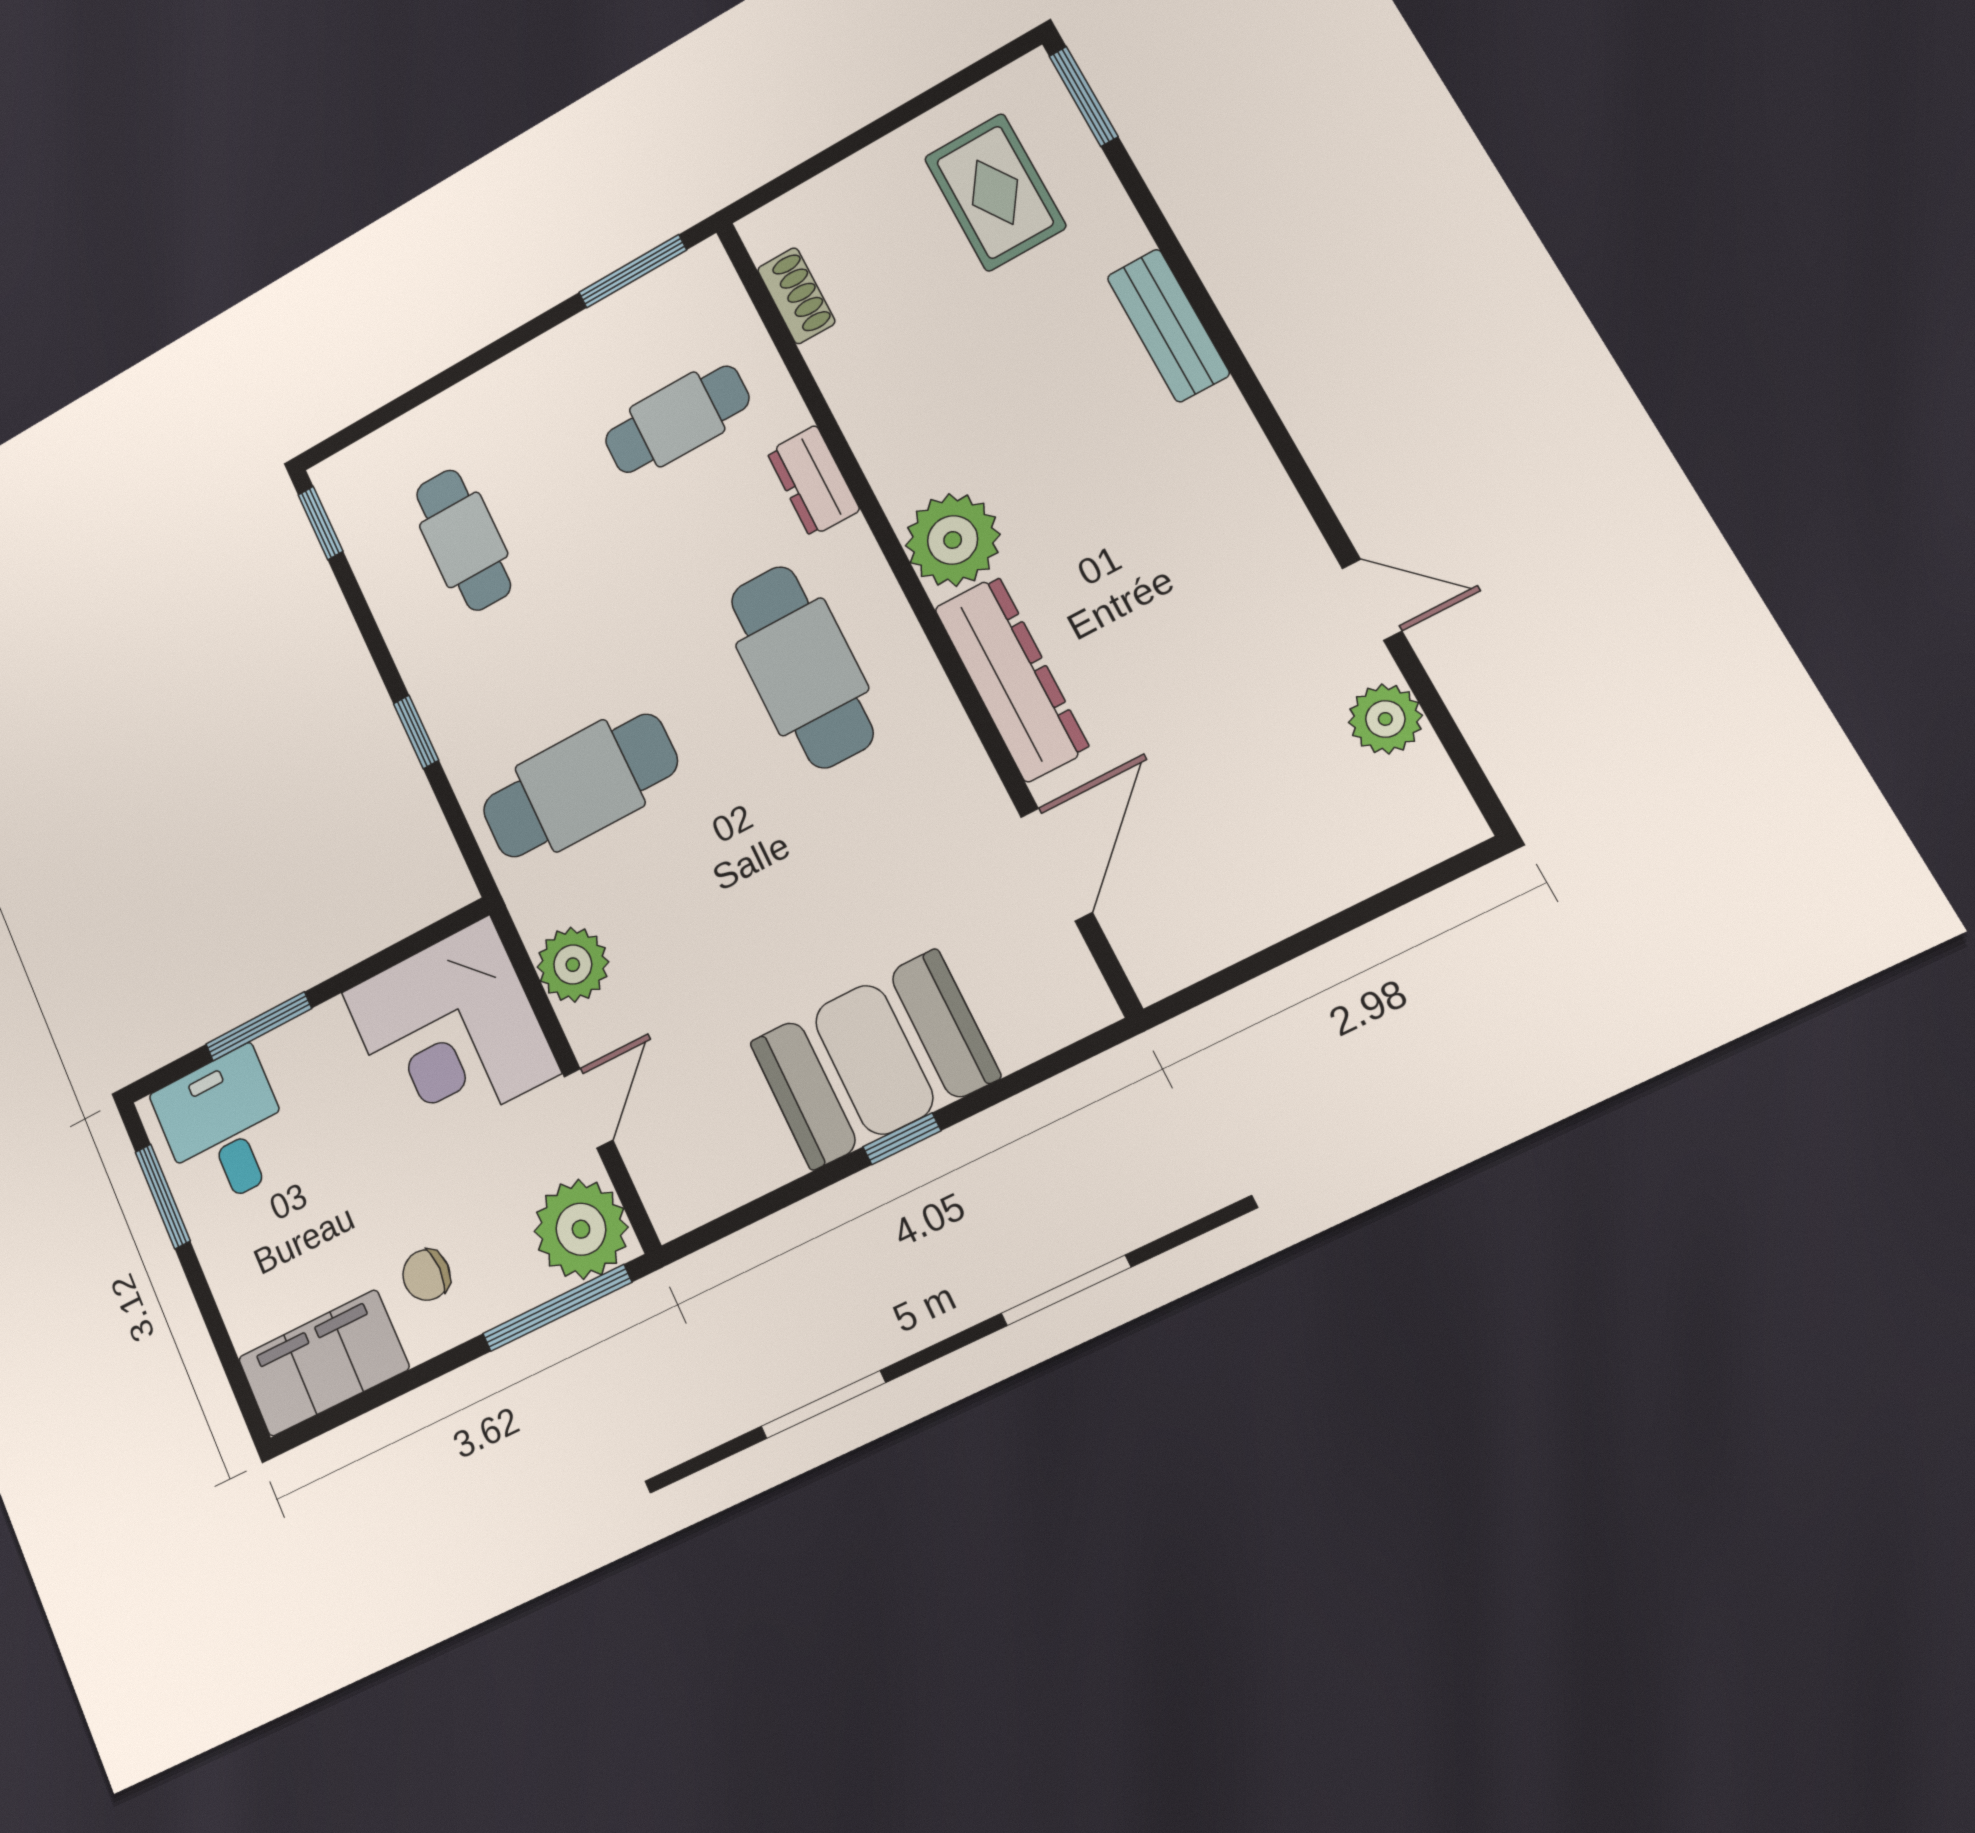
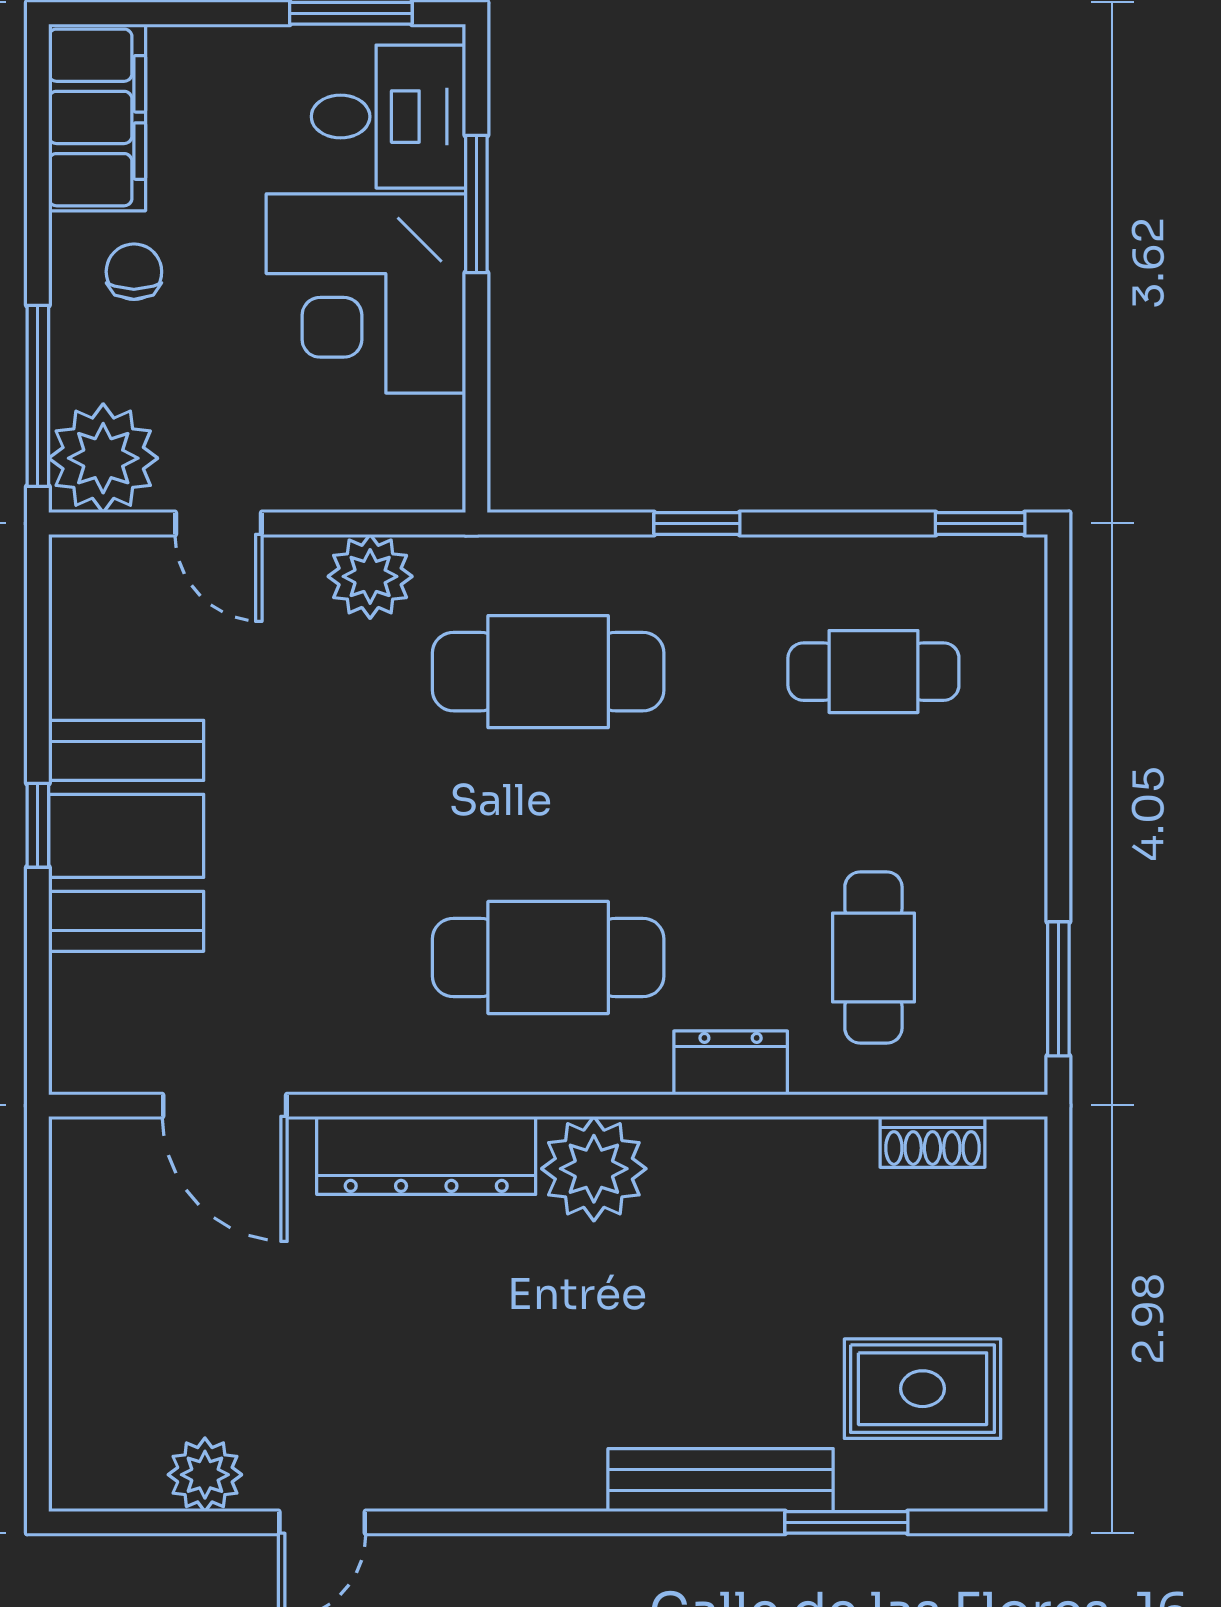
window: (1083, 96) -> (846, 1522), moved
bench: (1168, 325) -> (721, 1480), width x1.36
cafe table: (580, 786) -> (548, 672), turned 90
corner desk: (450, 1033) -> (366, 293), moved, turned -90

